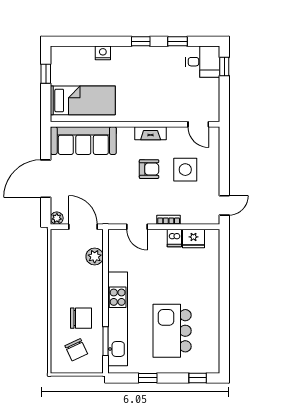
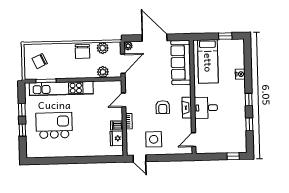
desk: (203, 62) -> (206, 108), moved, turned 90
side table: (185, 170) -> (154, 139), moved
plant: (59, 256) -> (103, 48), added
chair: (81, 318) -> (82, 51), moved
window: (198, 378) -> (22, 130), moved

